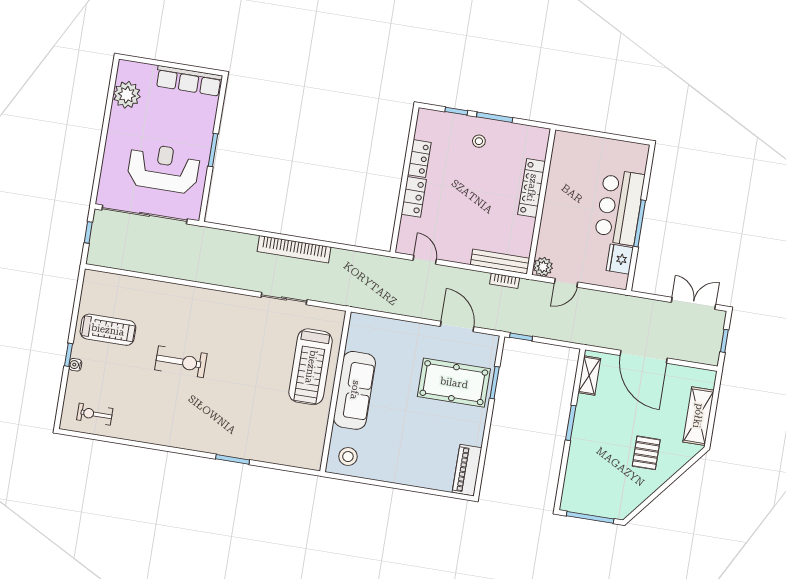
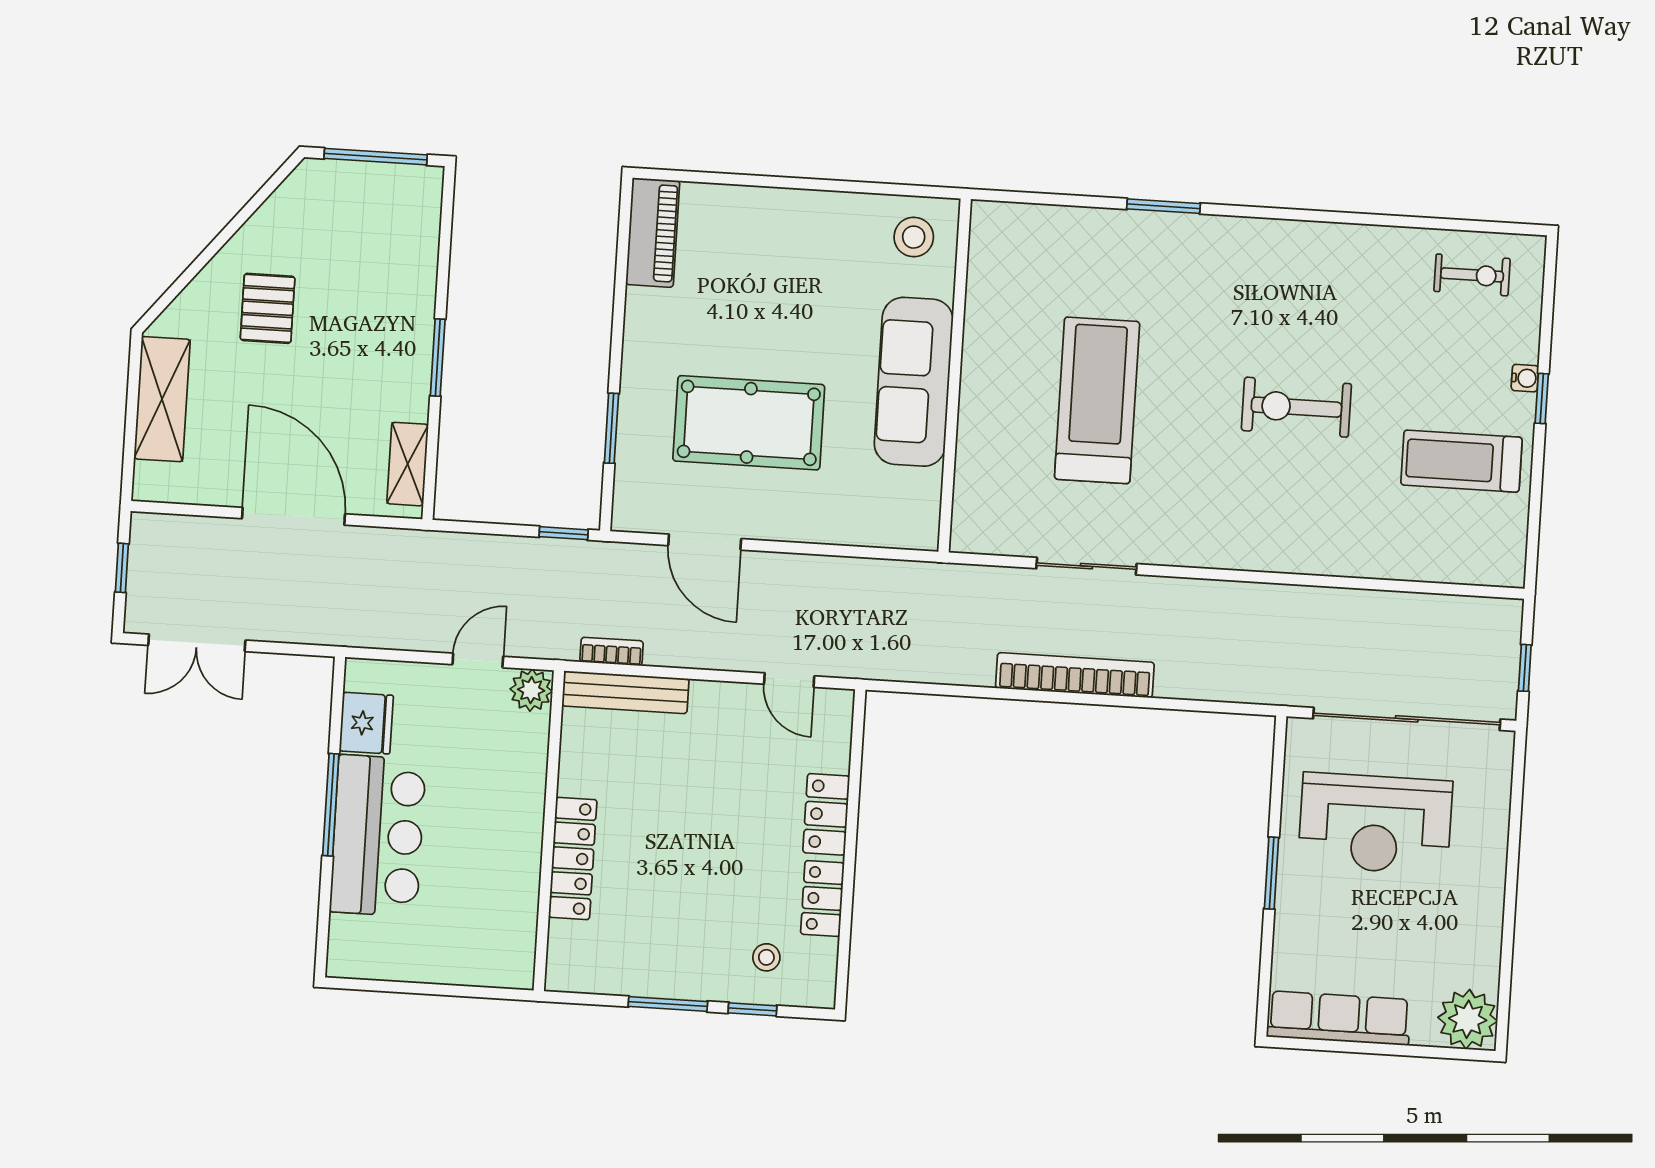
plant: (127, 95) -> (1468, 1019), moved
stool: (479, 141) -> (766, 957), moved
treadmill: (311, 367) -> (1097, 400), moved
pool table: (454, 383) -> (749, 423), moved

